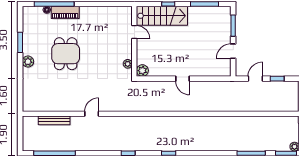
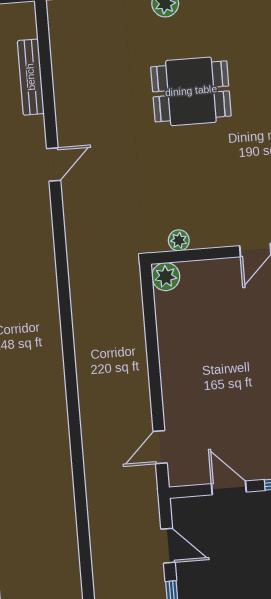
door: (182, 79) -> (160, 447), moved
door: (92, 114) -> (54, 164), hinge flipped

